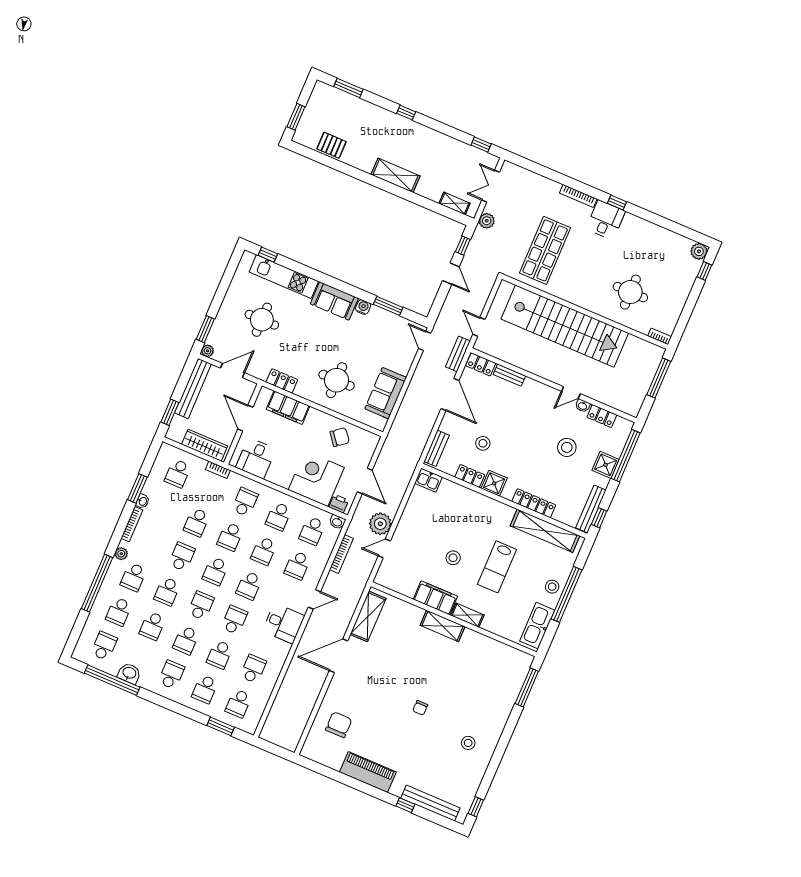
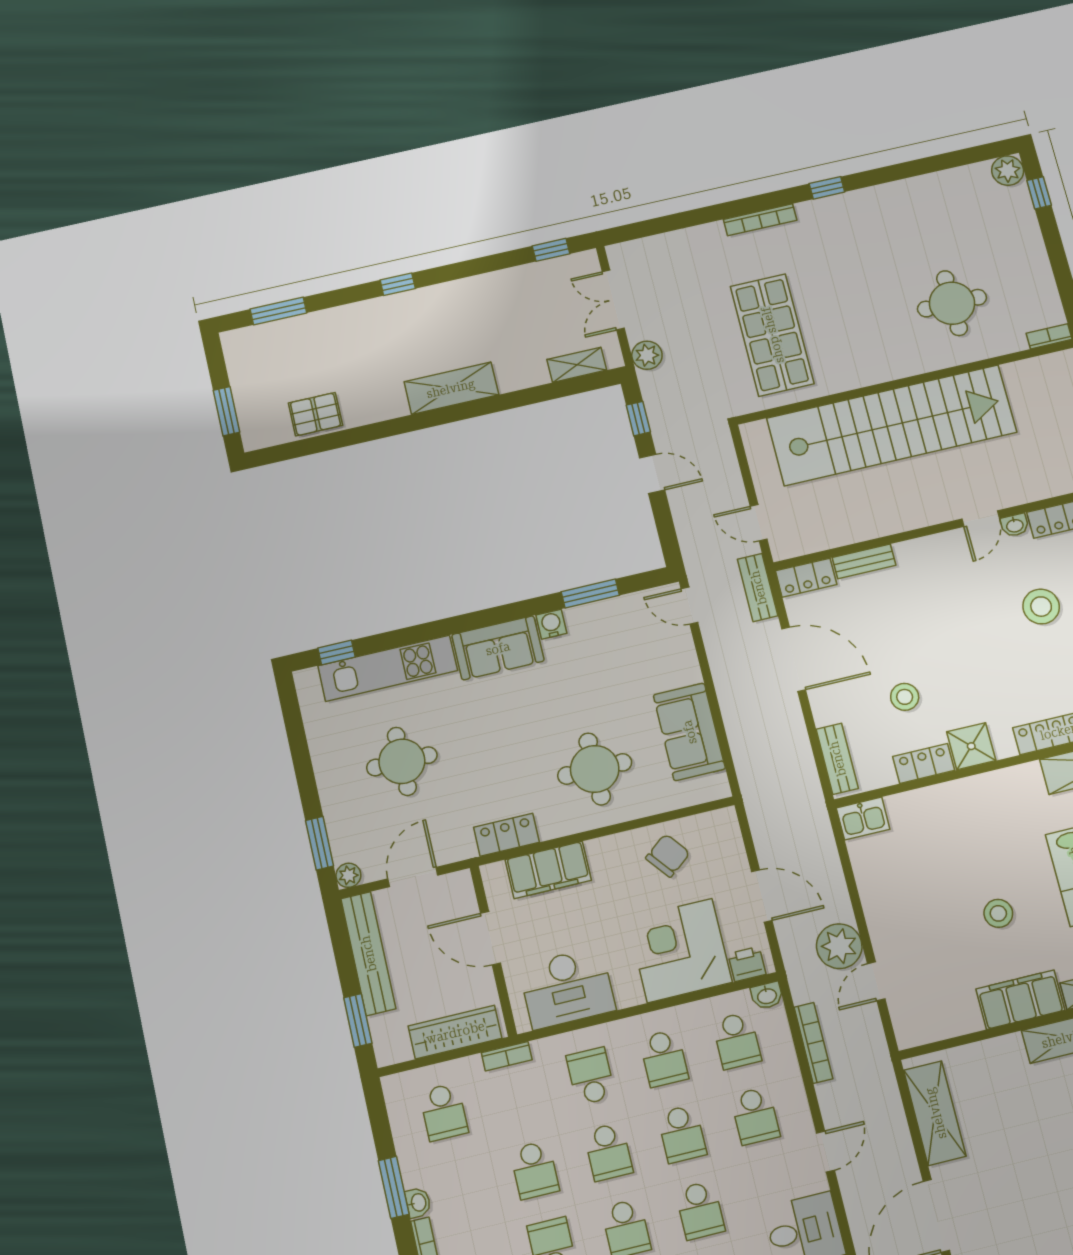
desk: (606, 220) -> (830, 225), removed
desk: (256, 458) -> (567, 988), width x1.37

